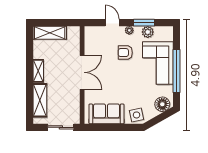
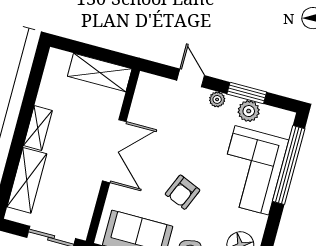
shelving: (50, 33) -> (100, 72), moved
armchair: (125, 53) -> (183, 192), moved, turned -67
window: (177, 71) -> (289, 165), moved

